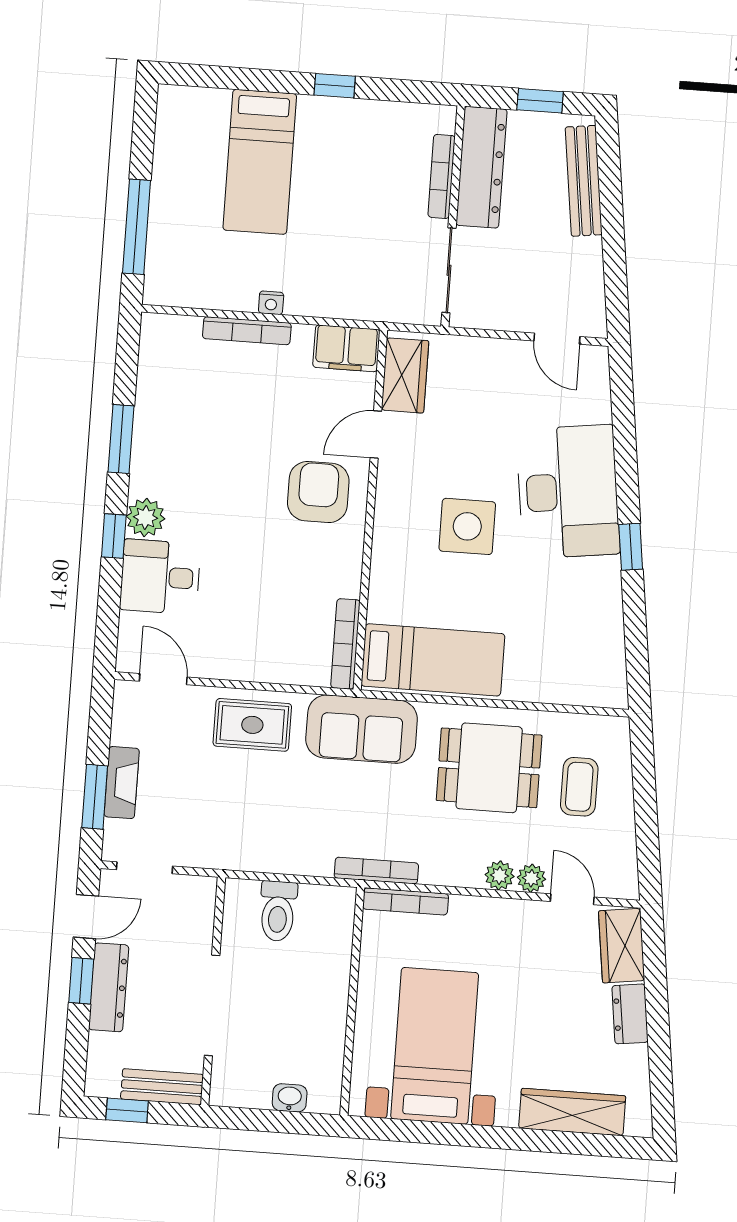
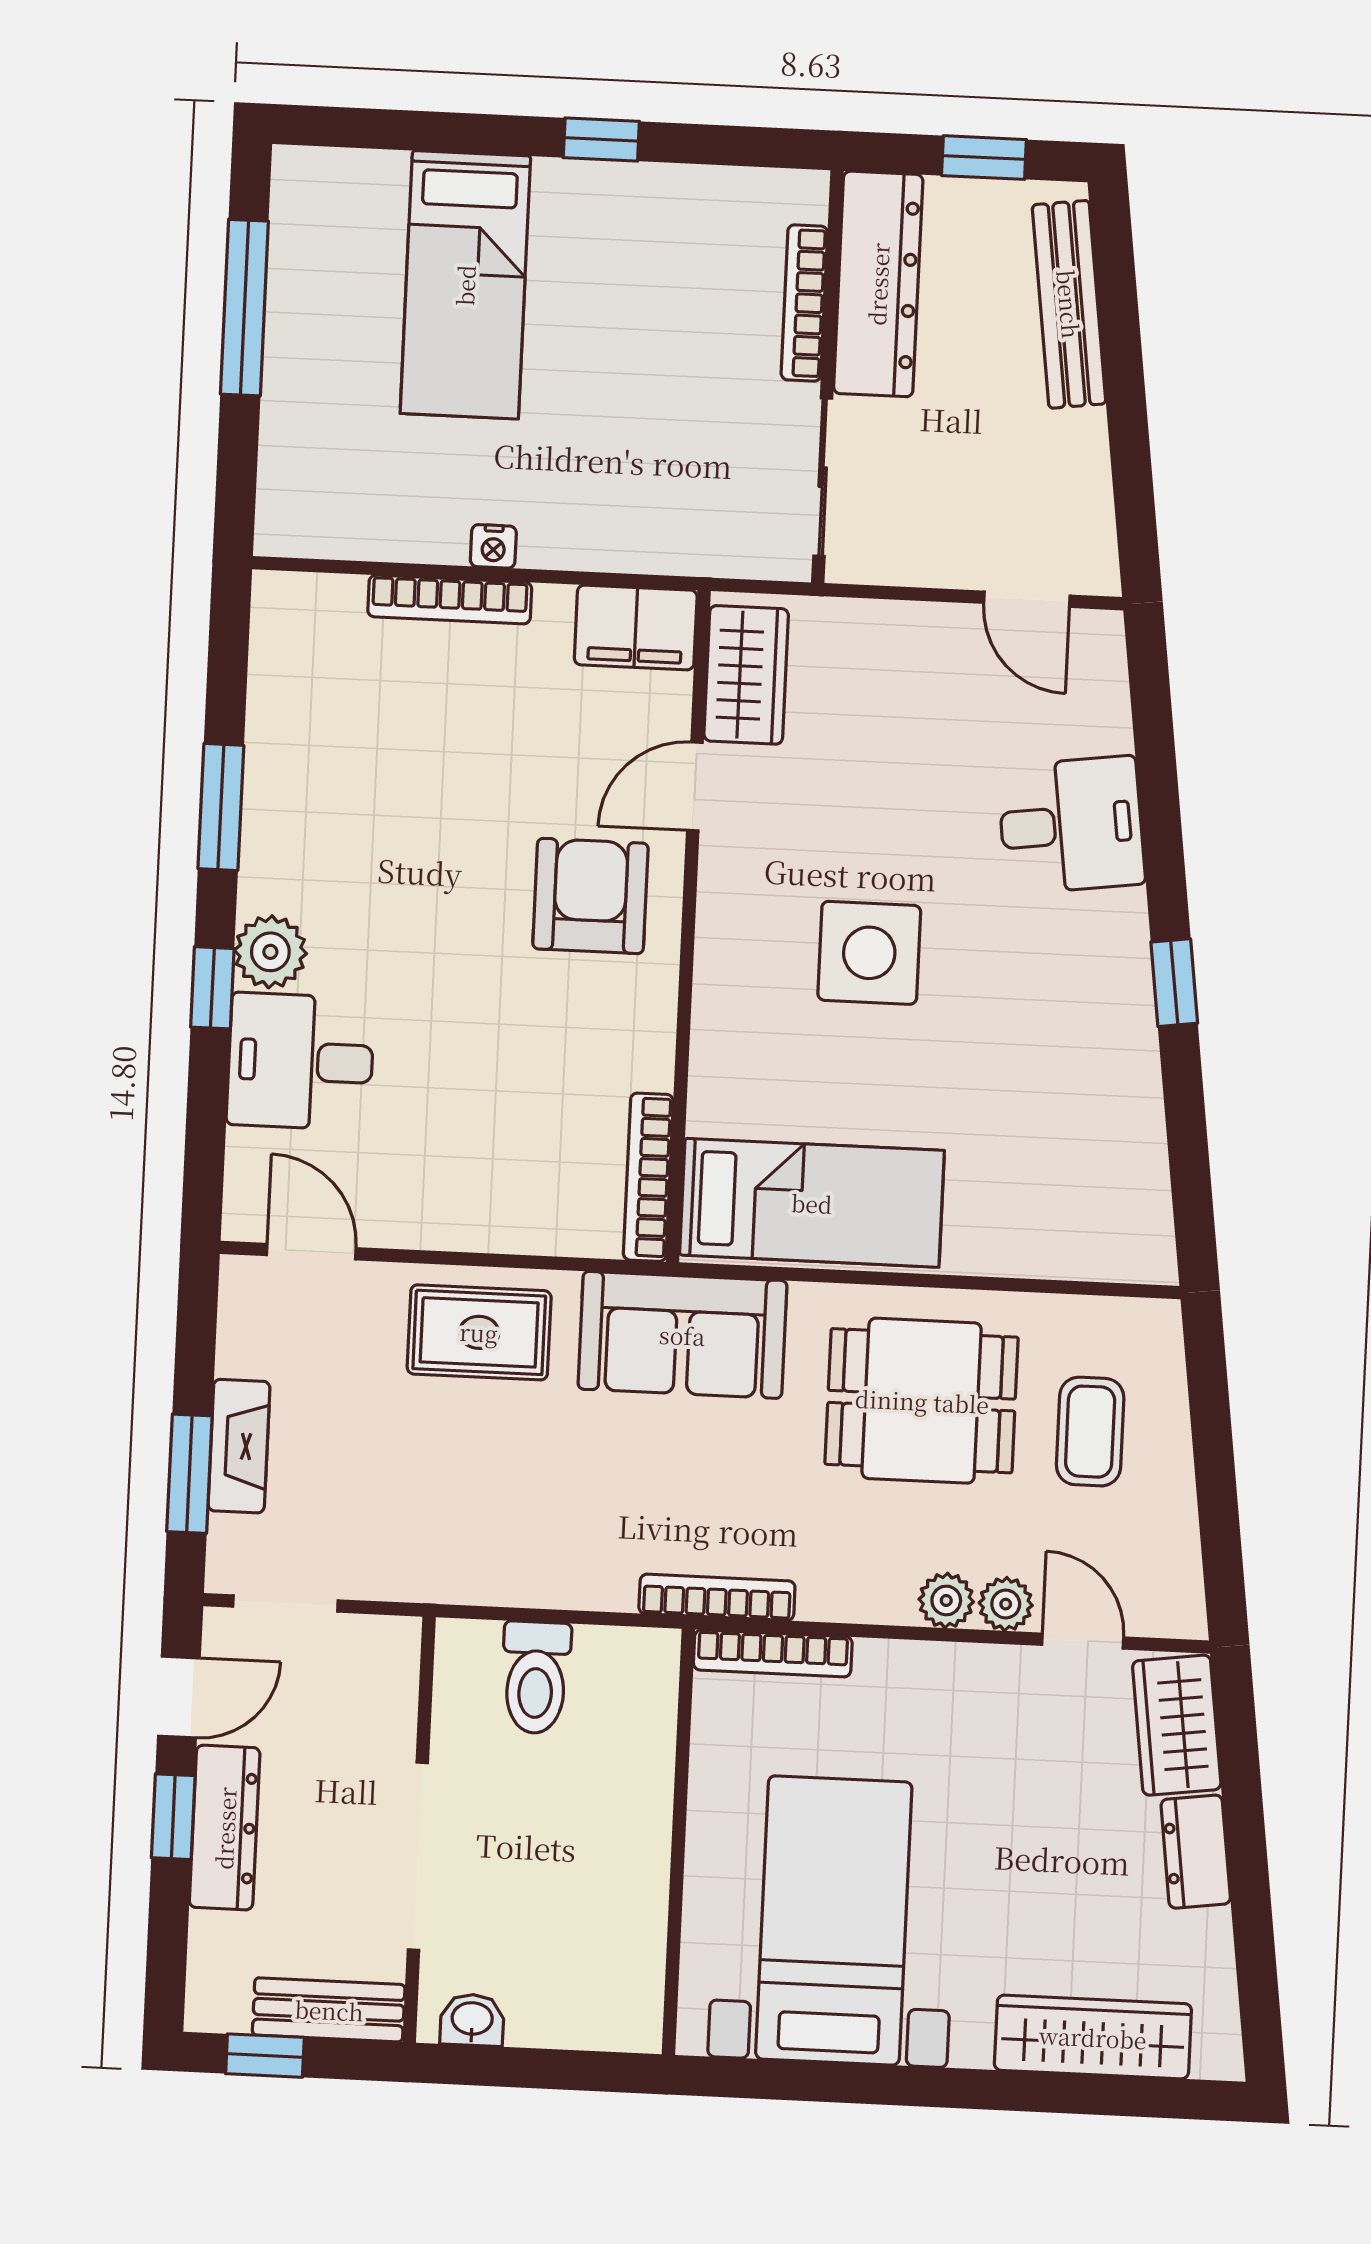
window: (137, 227) -> (244, 308), moved
desk: (568, 492) -> (1071, 825), width x0.53, depth x0.77
washbasin: (290, 1098) -> (472, 2020), moved

